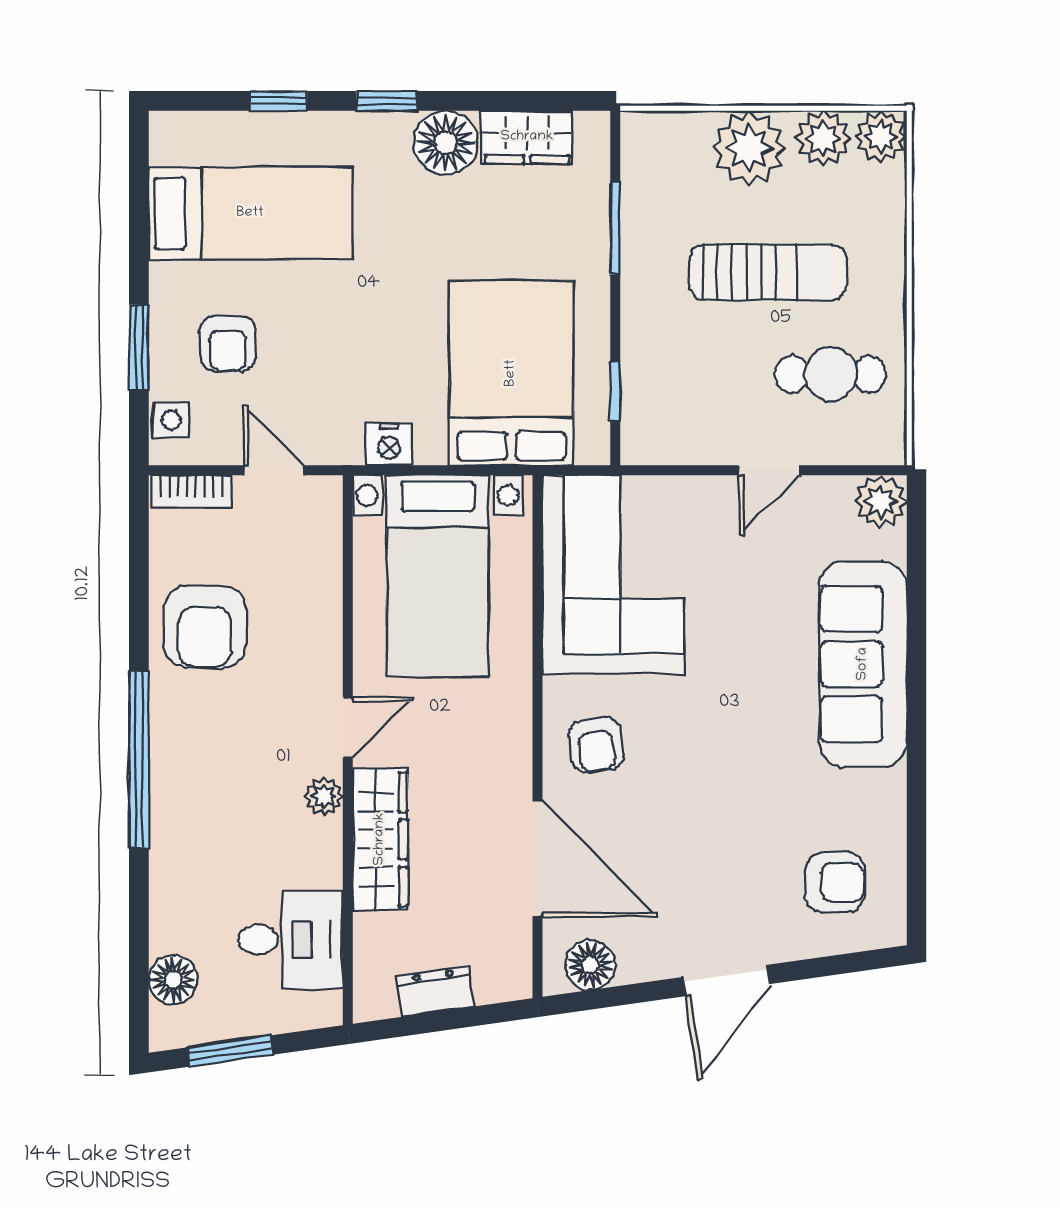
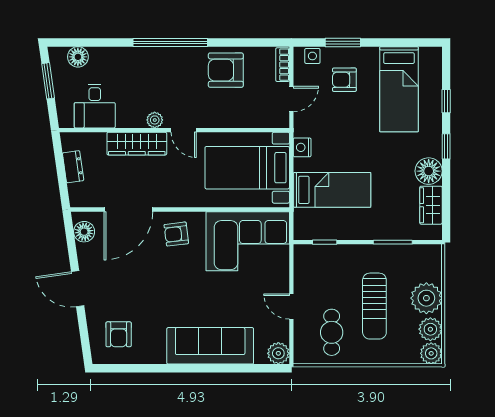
bed: (511, 373) -> (332, 190), width x0.67

